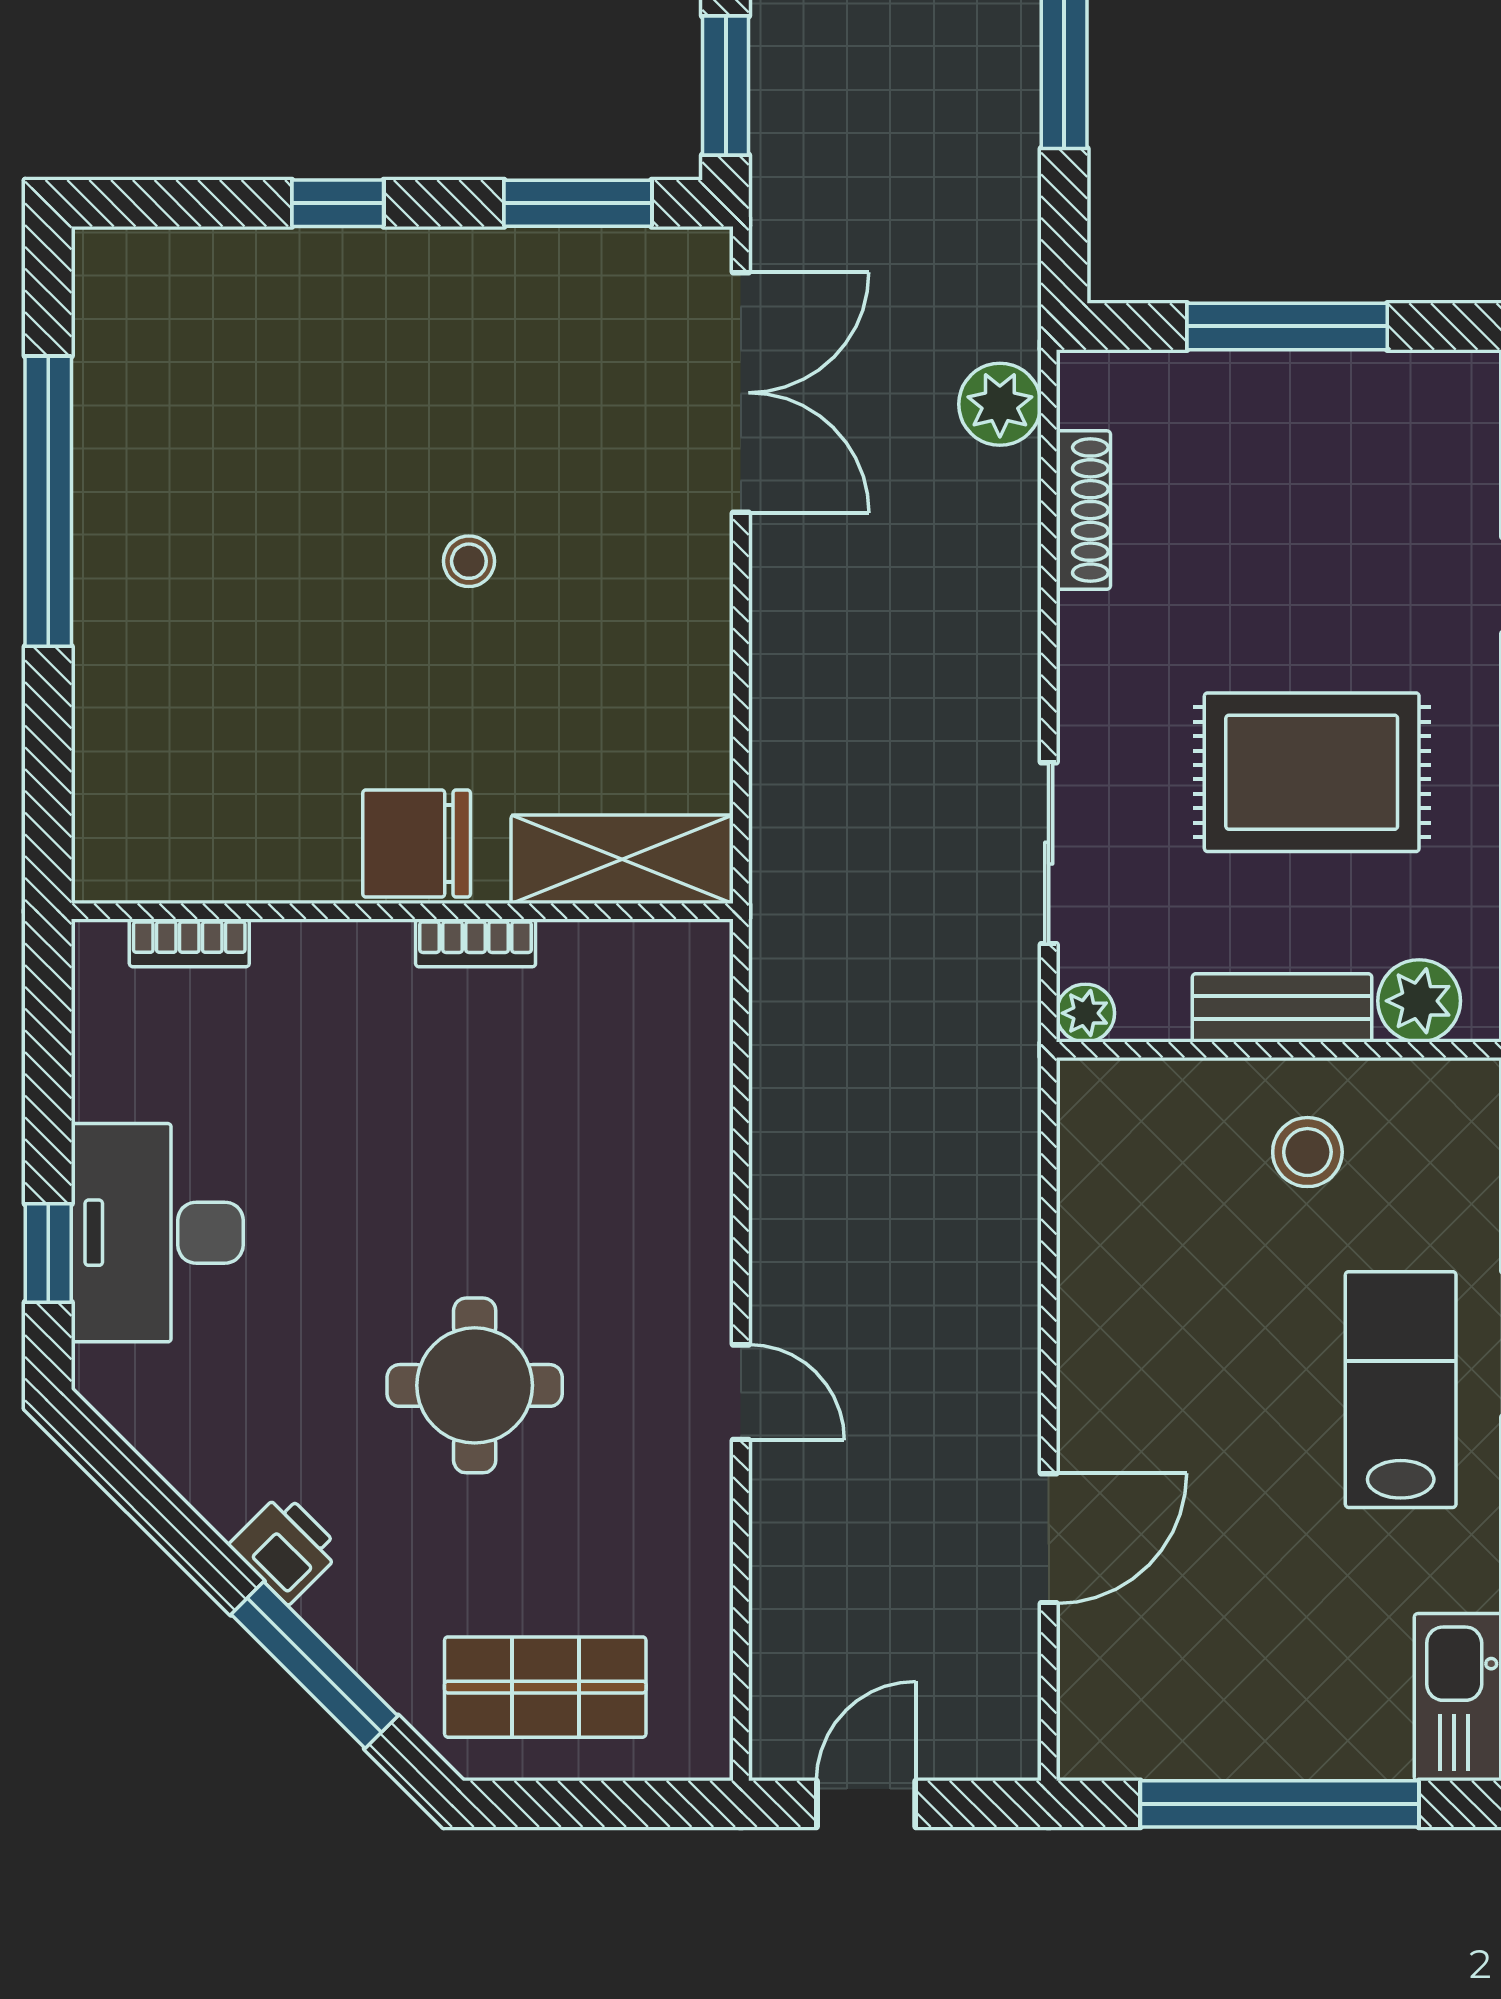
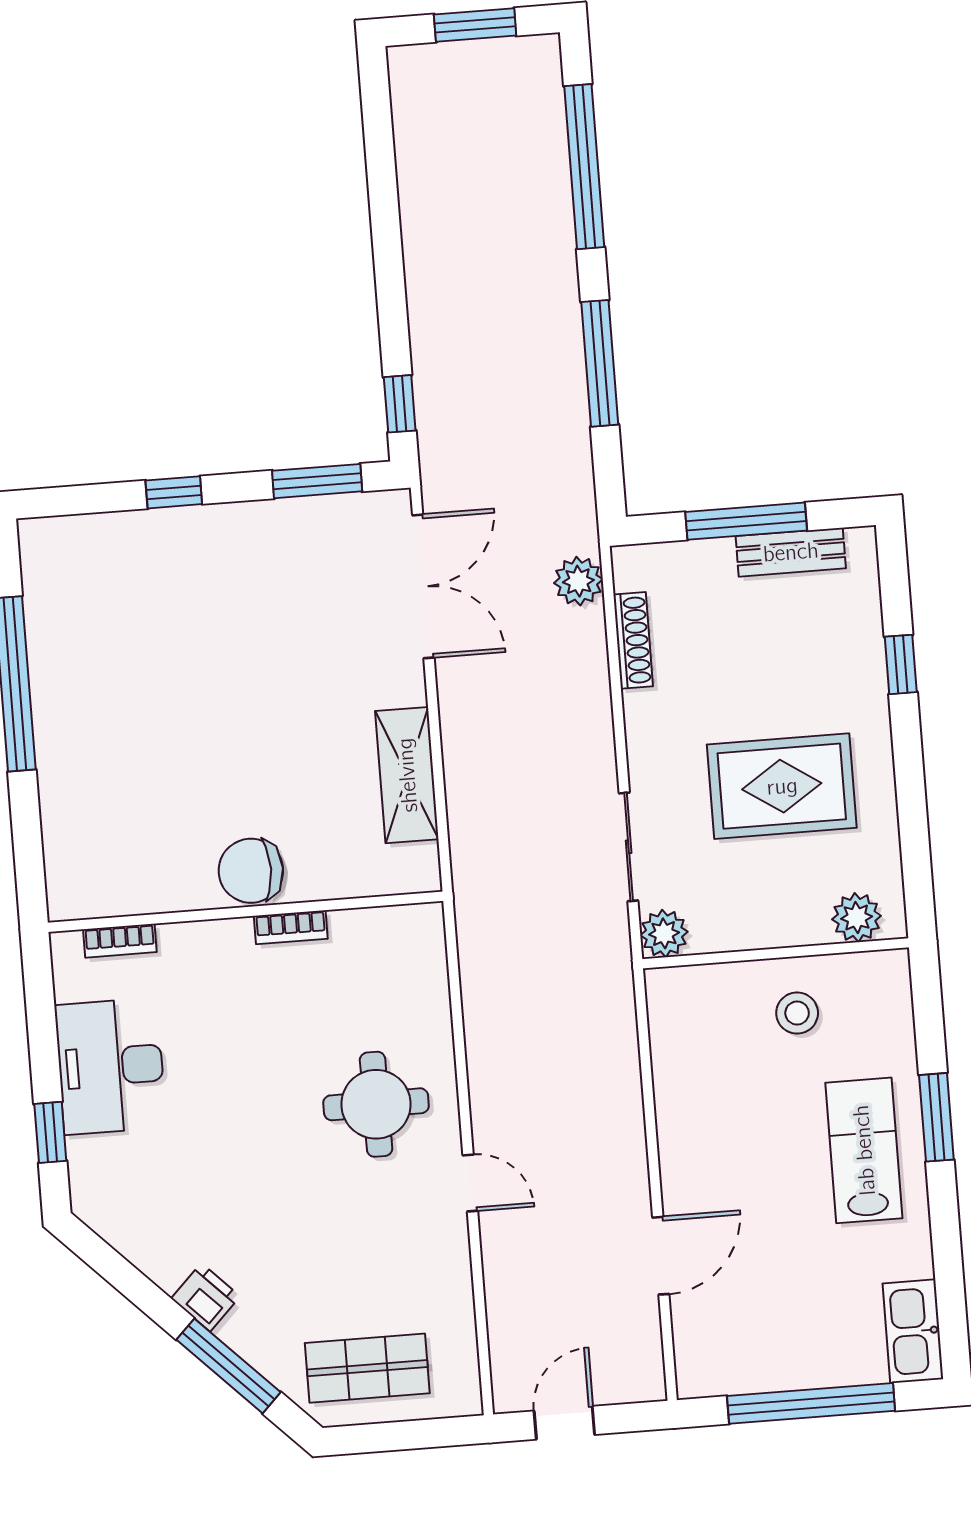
window: (726, 85) -> (400, 404), width x0.67
stool: (469, 561) -> (269, 700), removed
shelving: (622, 859) -> (407, 775), moved, turned 90
bench: (1282, 1008) -> (791, 552), moved
plant: (1085, 1013) -> (664, 933), width x1.38, depth x1.38
desk: (157, 1233) -> (111, 1066), moved
round table: (475, 1385) -> (376, 1104), moved

